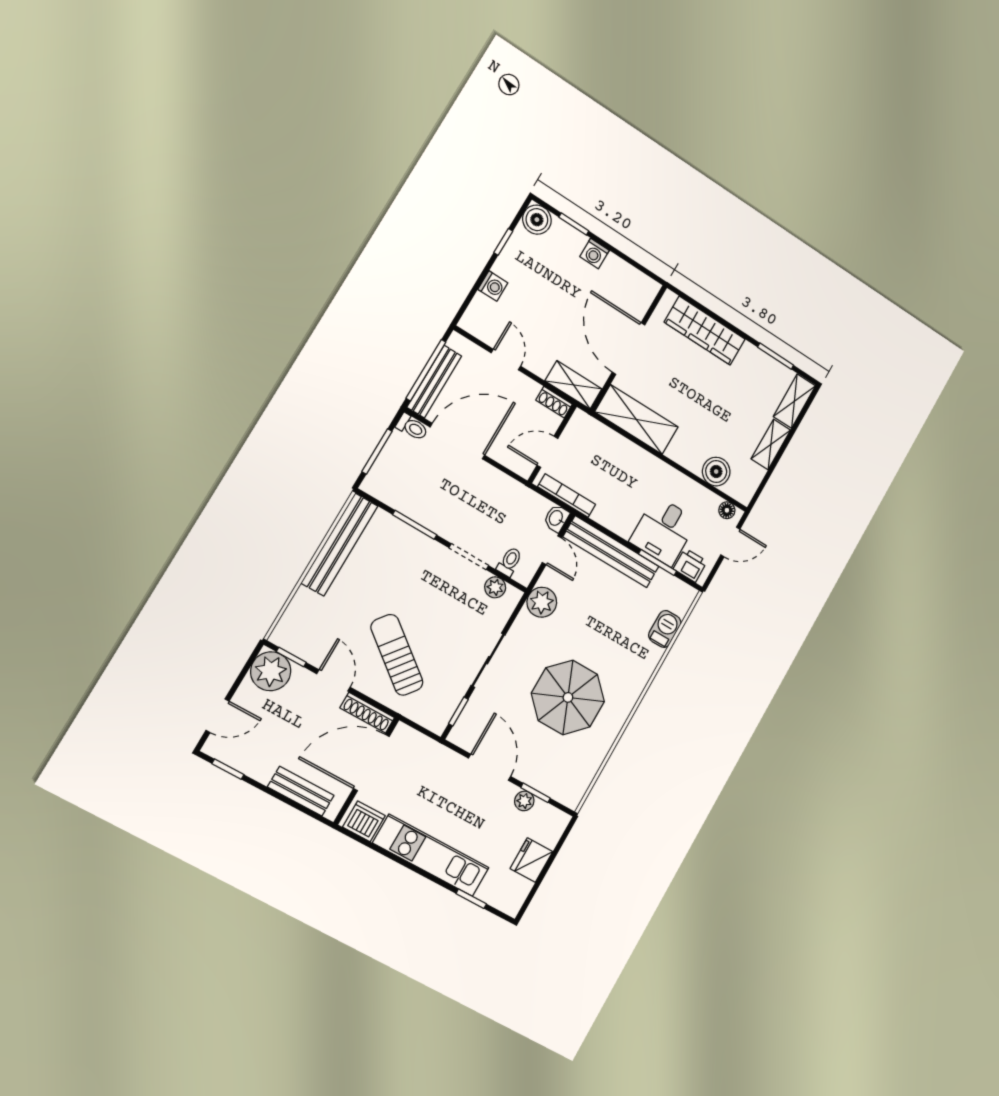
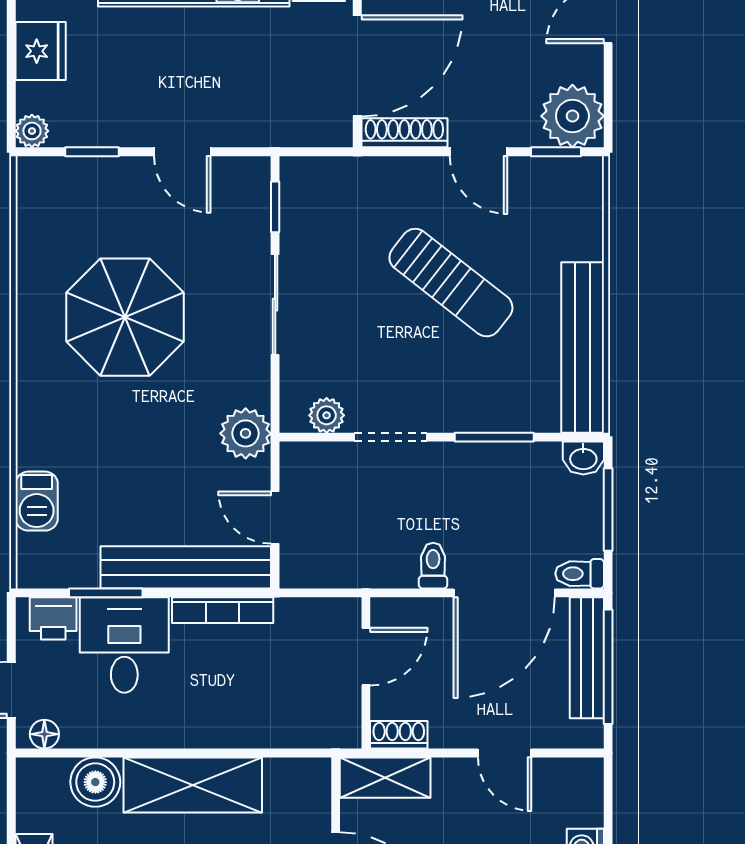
shelving: (636, 419) -> (193, 785), moved
bookcase: (567, 496) -> (223, 610), moved
washbasin: (556, 518) -> (583, 458), moved, turned 90
toilet: (510, 562) -> (433, 566), moved, turned 180
sun lounger: (397, 655) -> (451, 283), moved
door: (490, 767) -> (182, 152), width x0.73
plant: (524, 801) -> (32, 131), moved

